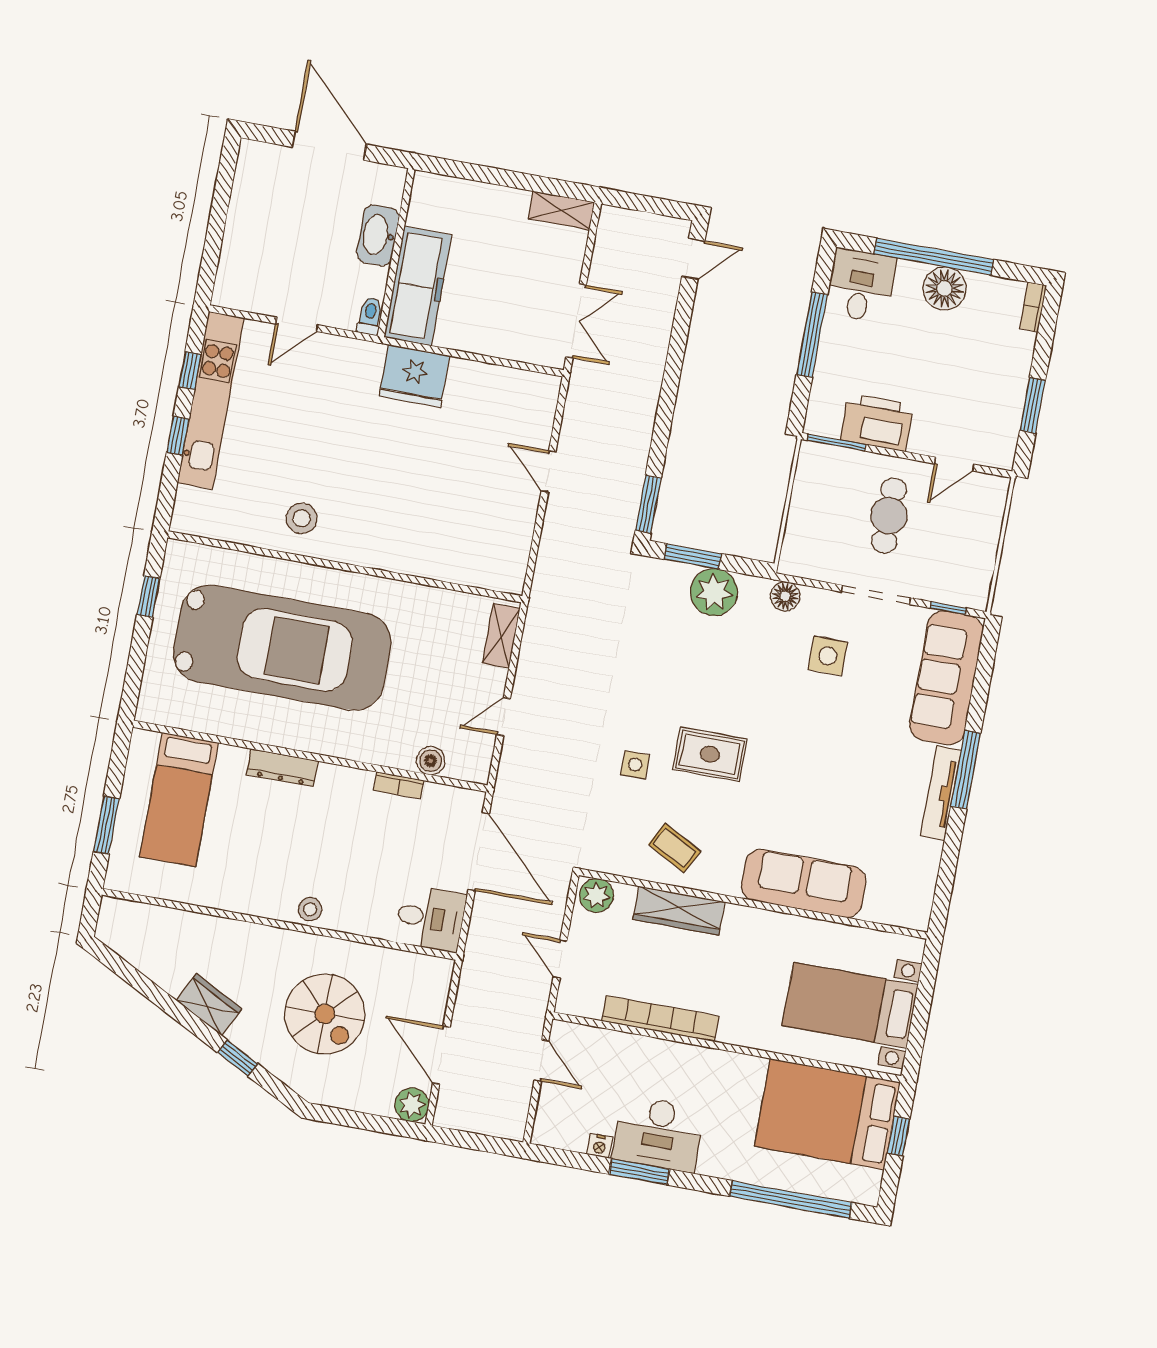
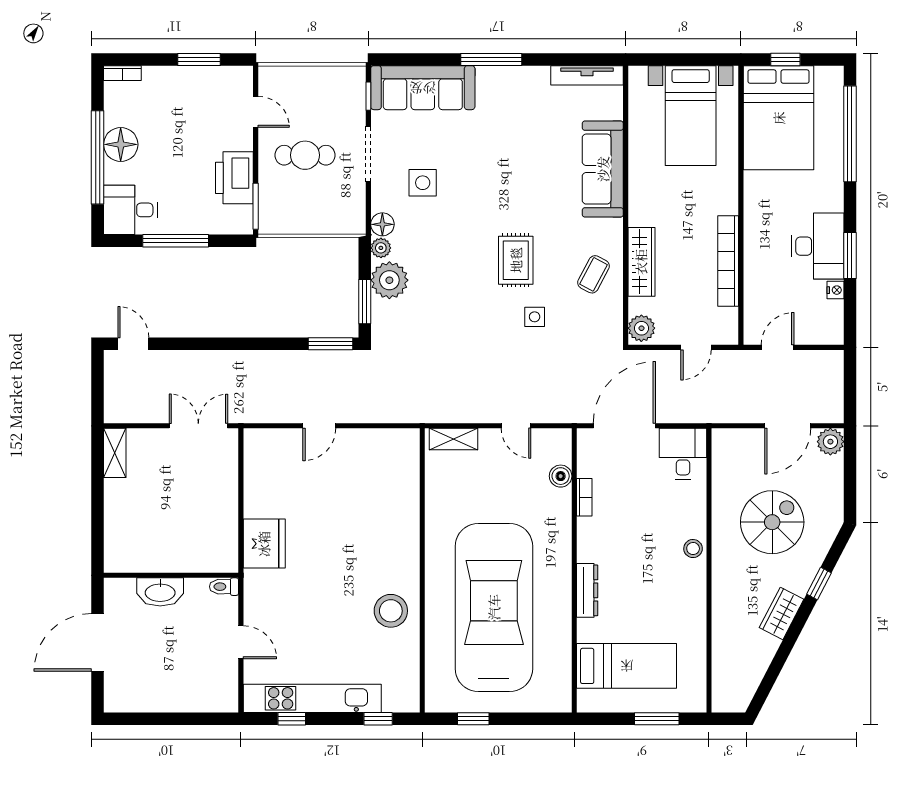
freezer: (418, 286) -> (194, 554), removed
window: (178, 436) -> (378, 719), moved
stool: (302, 518) -> (391, 611), width x1.38, depth x1.38
plant: (756, 589) -> (381, 248), added
tv unit: (941, 793) -> (587, 75), moved

